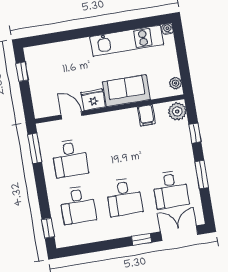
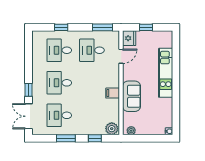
kitchen unit: (127, 41) -> (166, 73), moved
window: (22, 72) -> (146, 27), moved
fridge: (93, 100) -> (129, 38), moved
filing cabinet: (146, 115) -> (113, 93), moved
window: (48, 228) -> (61, 27), moved
double door: (179, 233) -> (28, 116), swing flipped

